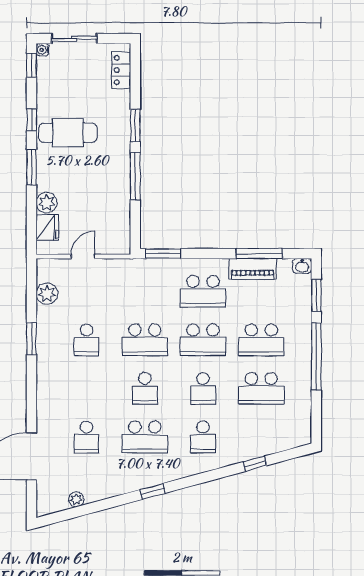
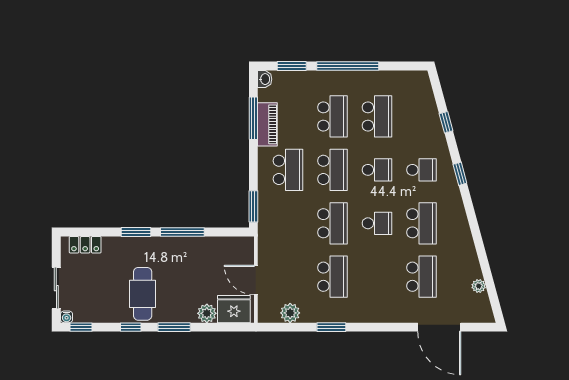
fridge: (47, 228) -> (234, 309), width x1.36, depth x1.34
door: (83, 256) -> (256, 280), width x1.38
school desk: (87, 340) -> (332, 277), width x1.85
school desk: (87, 437) -> (422, 277), width x1.85
window: (153, 491) -> (460, 174), moved

